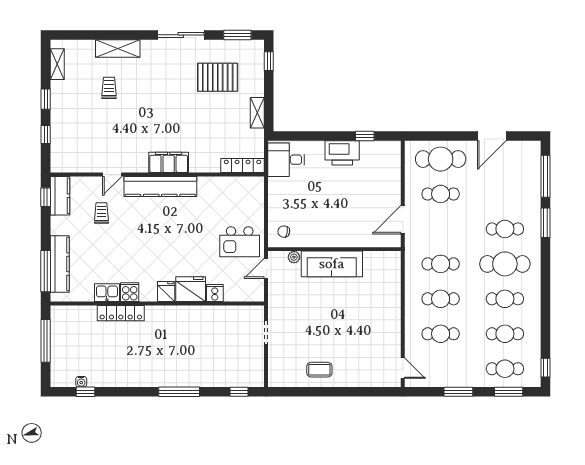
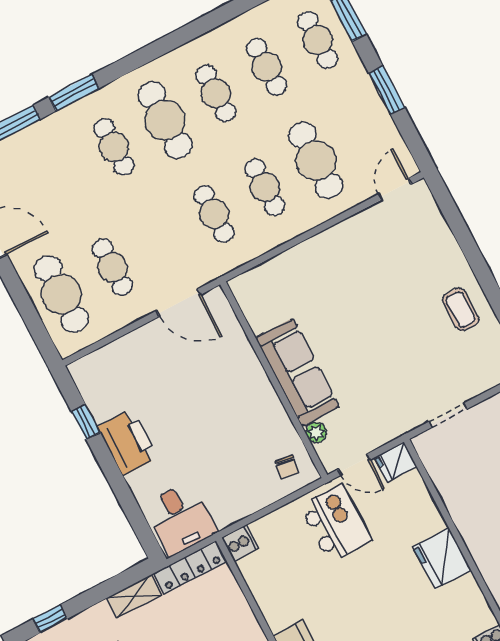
locker: (243, 165) -> (190, 567), moved, turned -90
fridge: (166, 292) -> (396, 462), moved
cooker: (215, 293) -> (240, 543), moved, turned 180
cafe table: (441, 334) -> (316, 160), width x1.37, depth x1.35

